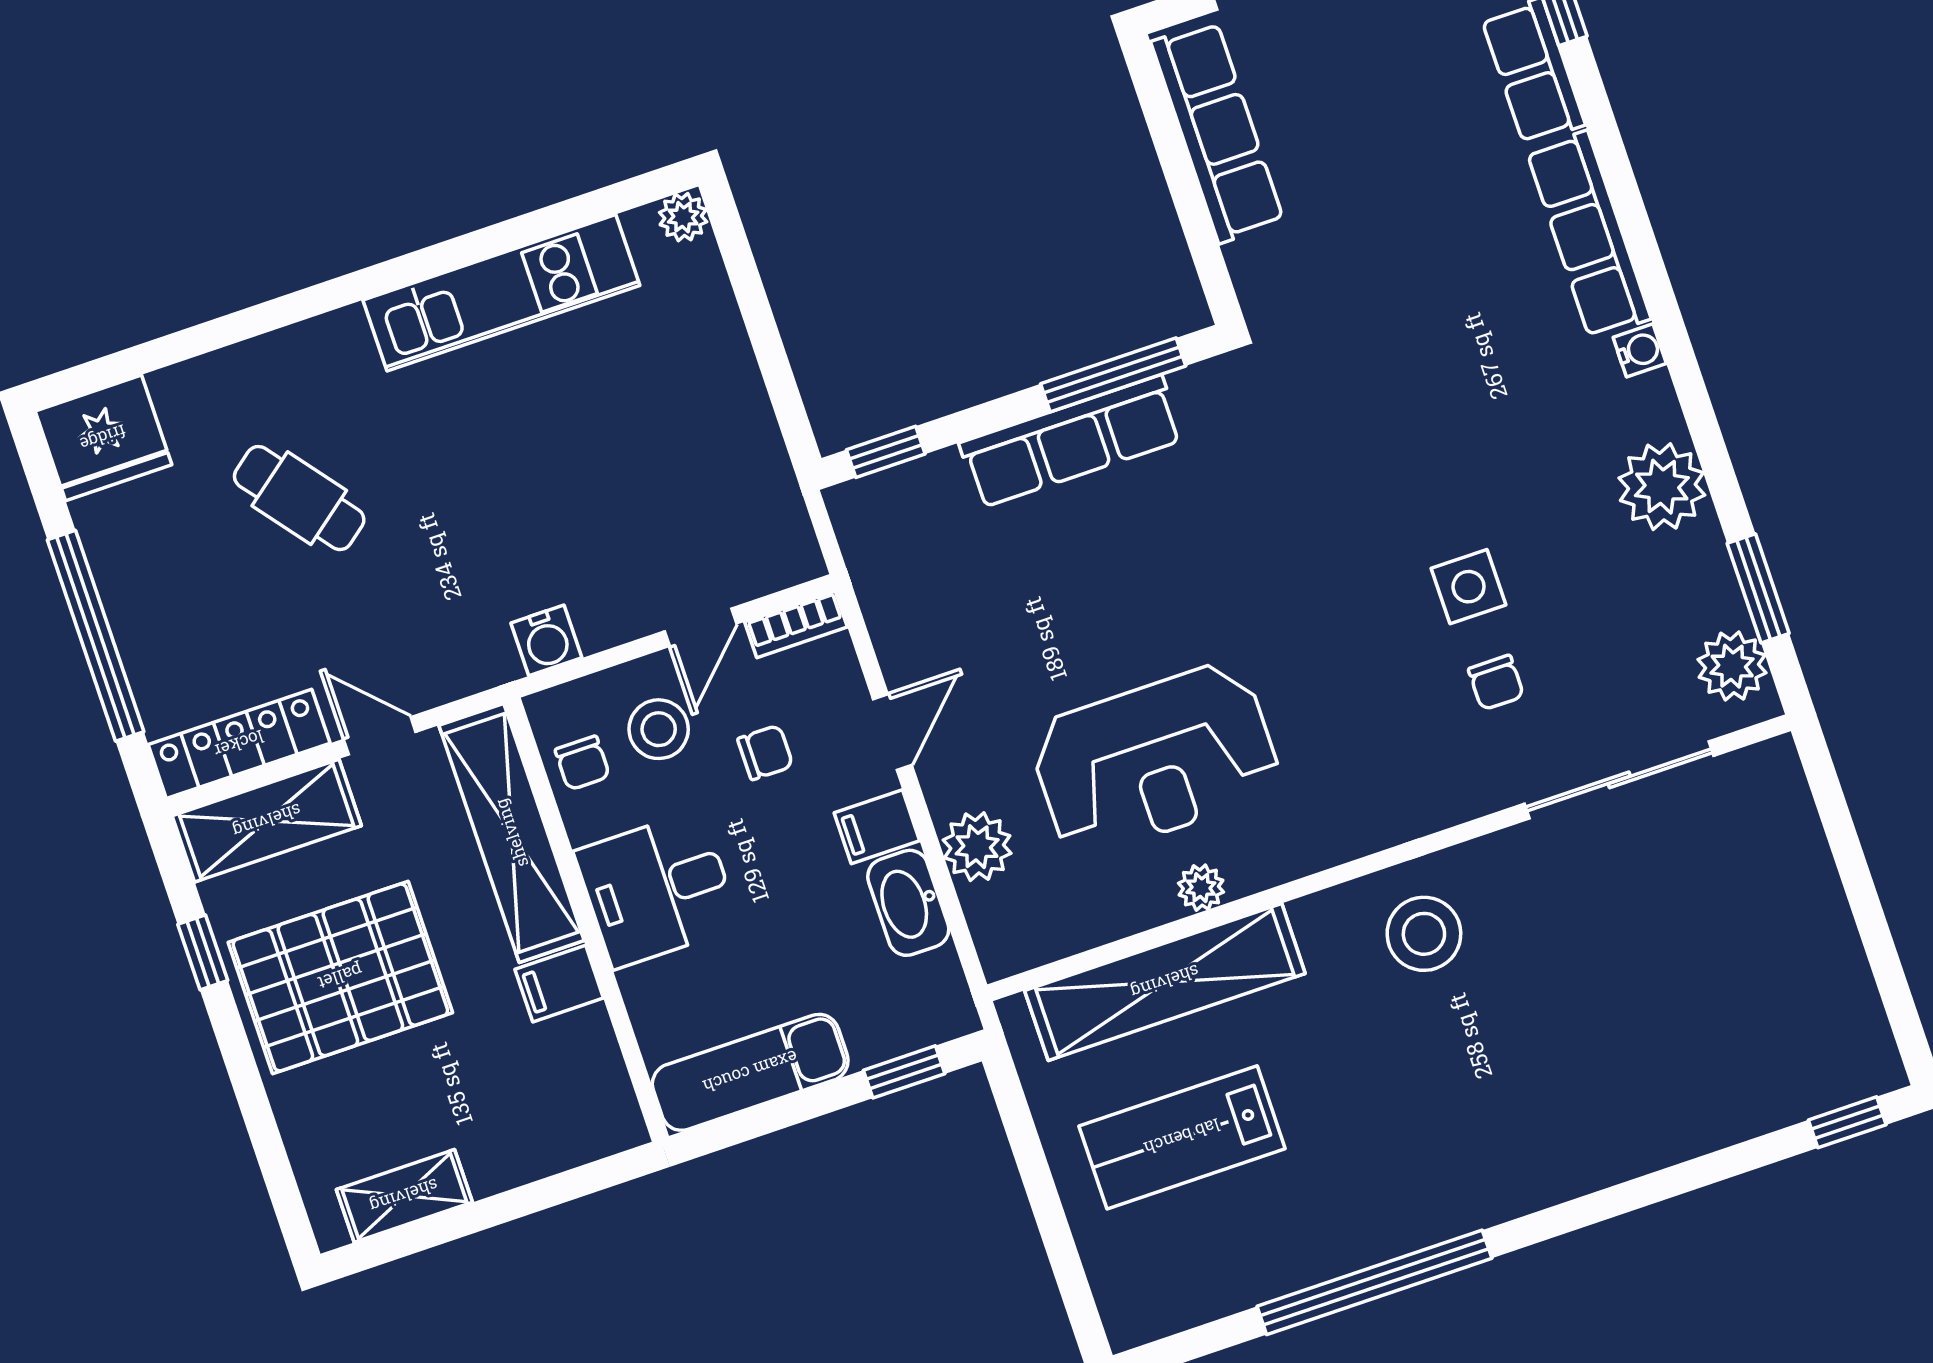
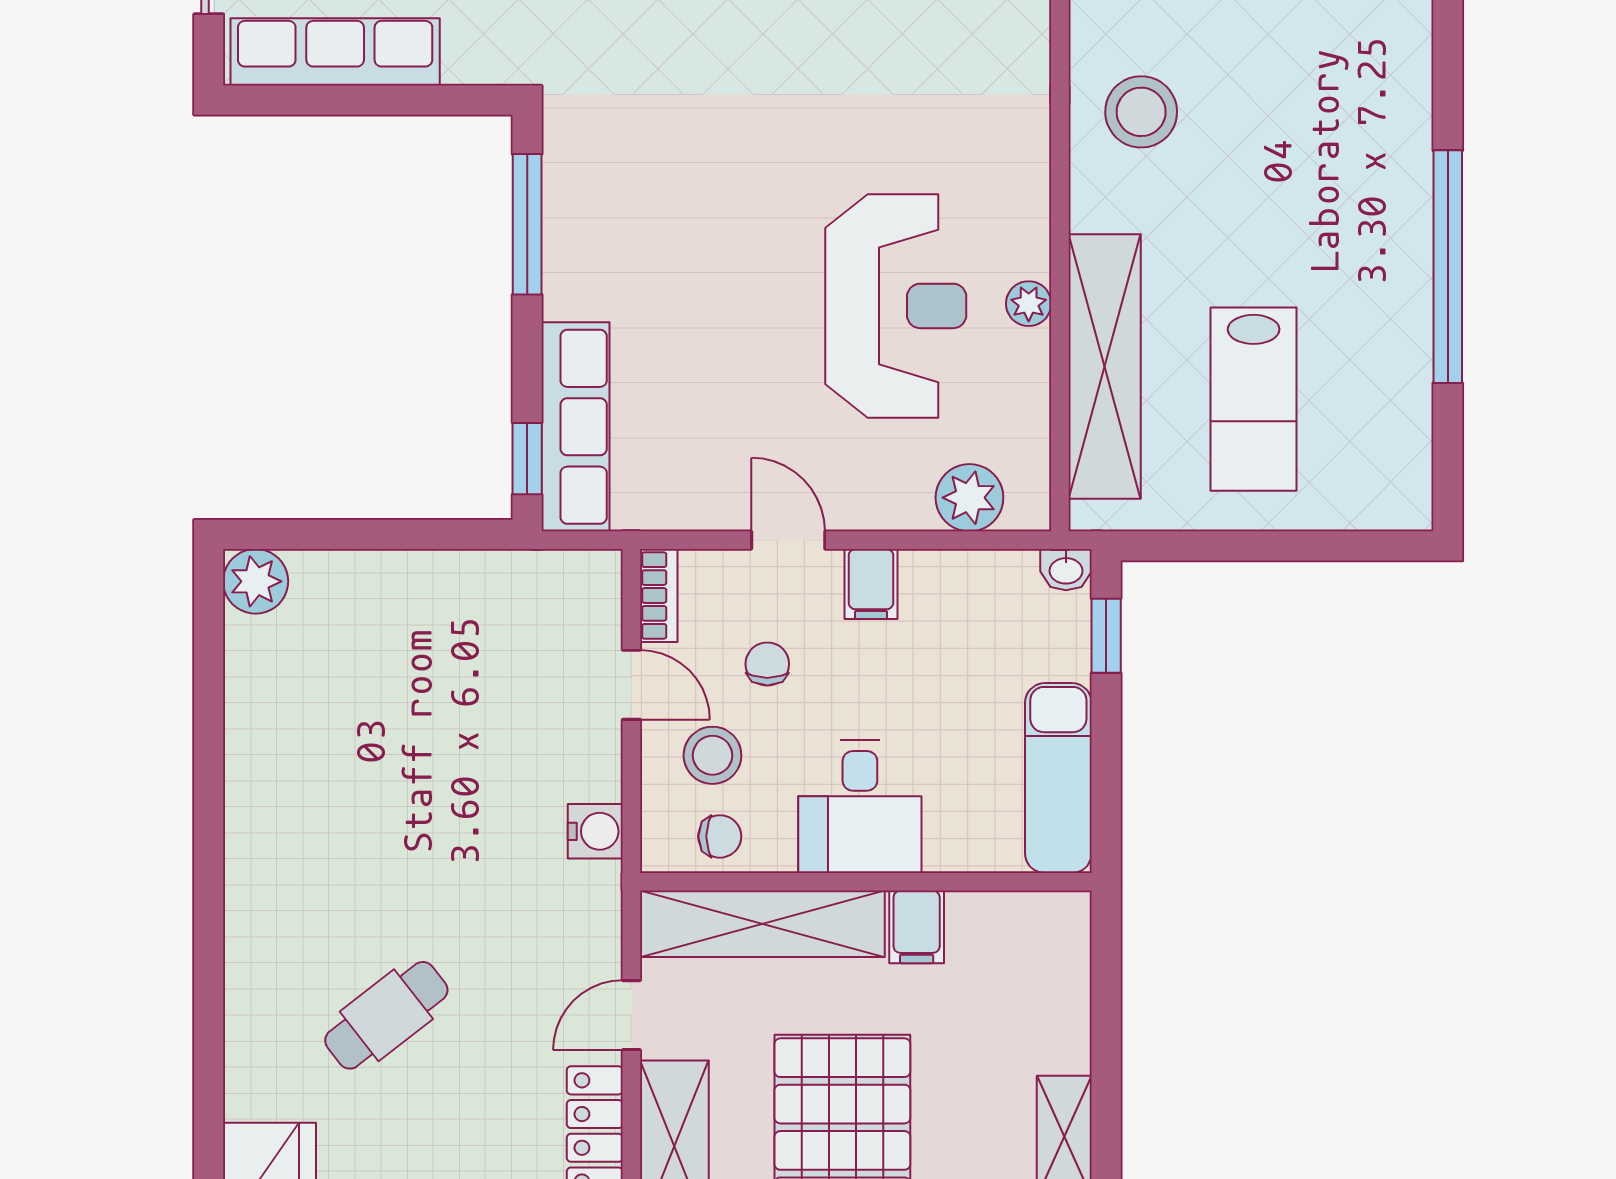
plant: (683, 217) -> (256, 581), width x1.38, depth x1.38
kitchen unit: (501, 293) -> (260, 764), removed
row of seats: (1071, 441) -> (575, 427), moved
plant: (977, 847) -> (969, 498), moved
washbasin: (908, 903) -> (1066, 570), moved, width x0.52, depth x0.69

